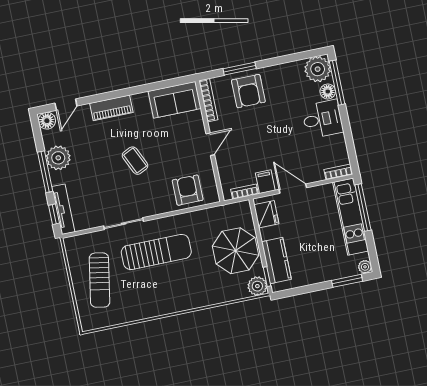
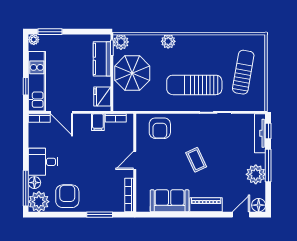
armchair: (248, 91) -> (67, 196), moved
sofa: (175, 100) -> (170, 201), moved
door: (293, 189) -> (61, 112), moved
window: (363, 208) -> (26, 86), width x0.46
plant: (199, 299) -> (168, 41), added

